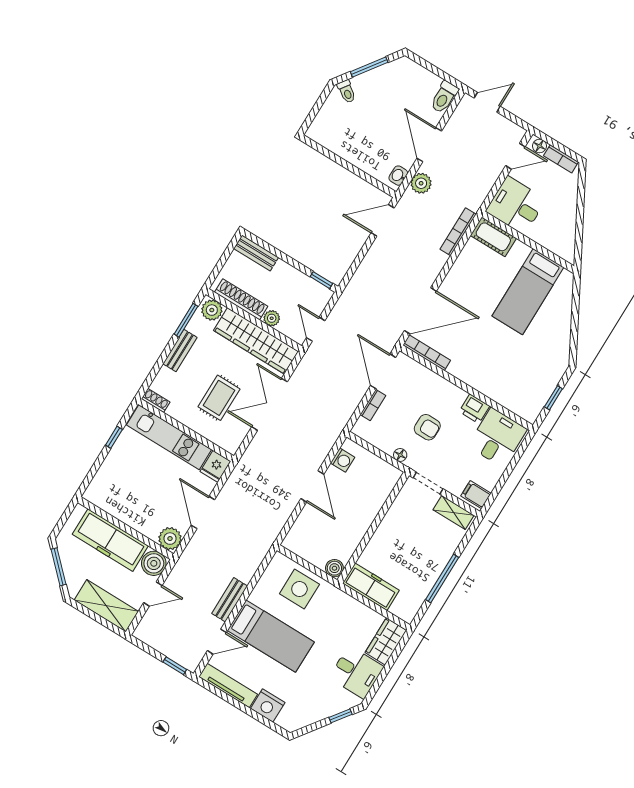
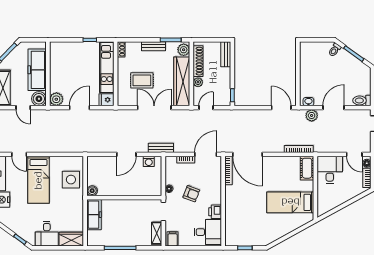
armchair: (427, 427) -> (191, 194), turned -69
bench: (230, 600) -> (161, 148), moved

